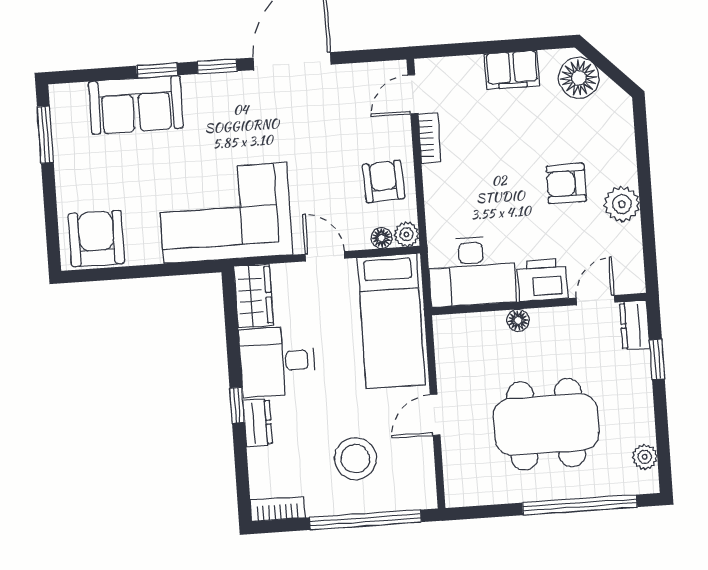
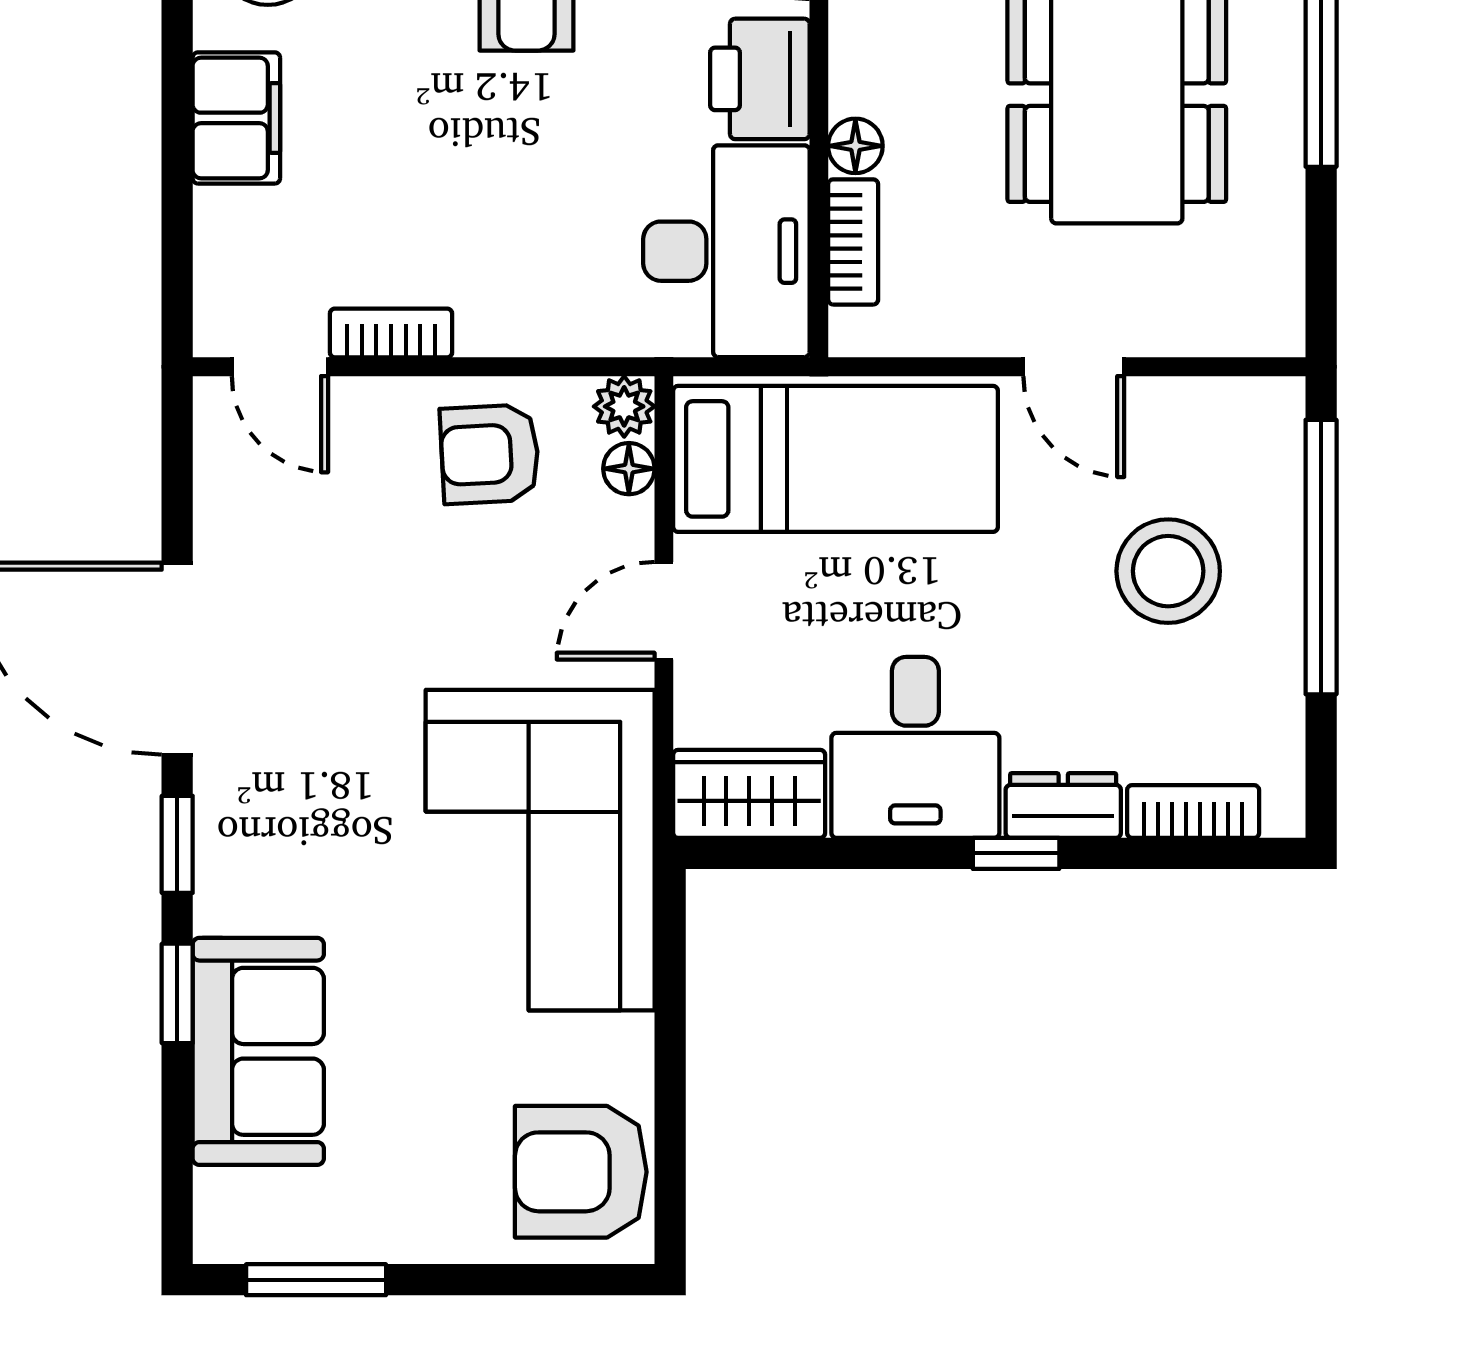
bookcase: (479, 322) -> (853, 242), added
bookcase: (277, 509) -> (1193, 812), moved, turned 90

